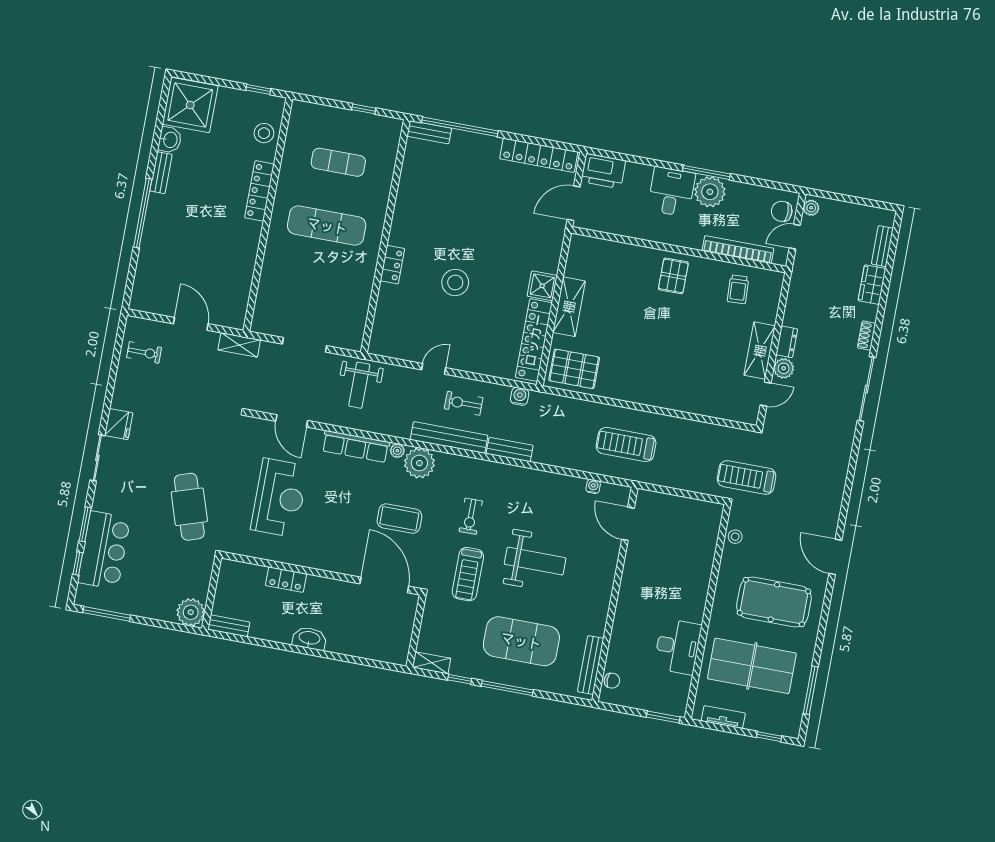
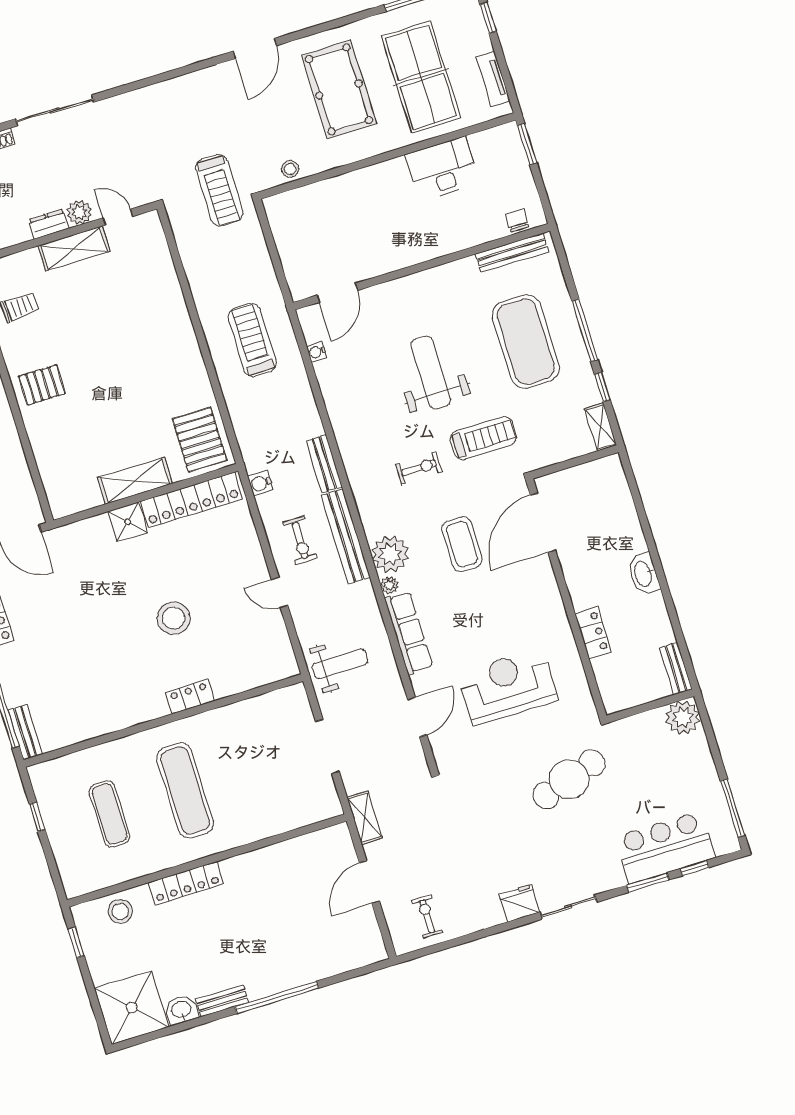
treadmill: (626, 444) -> (252, 340), turned 180

